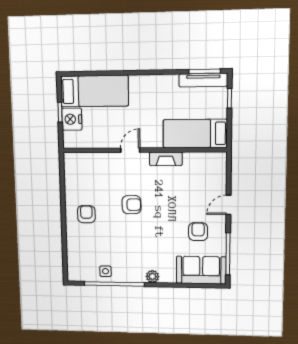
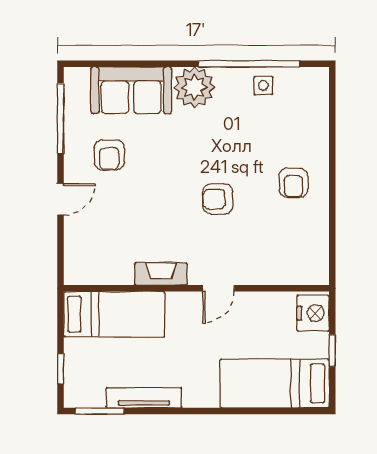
tv unit: (203, 80) -> (144, 398), moved
nightstand: (72, 119) -> (313, 313), moved
sofa: (201, 270) -> (131, 90), moved
plant: (152, 276) -> (194, 87), width x1.87, depth x1.87

